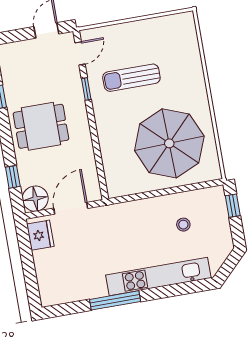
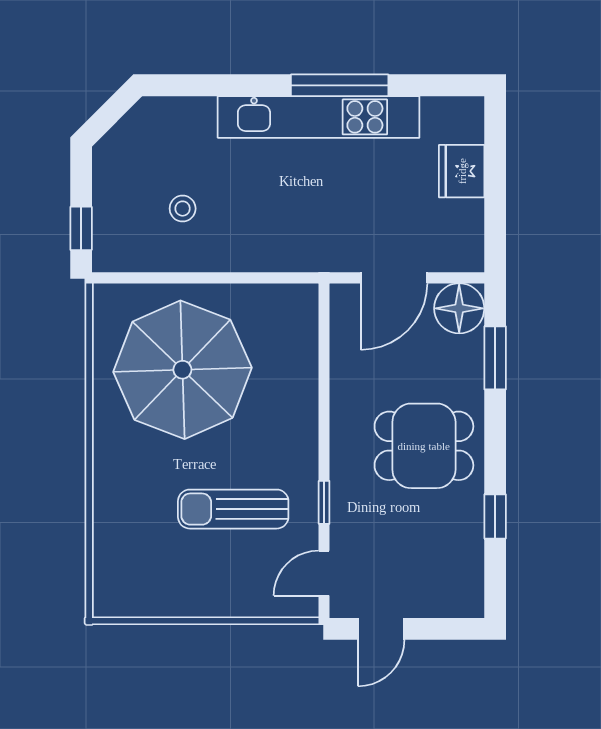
sun lounger: (131, 78) -> (233, 509), turned 180
window: (13, 177) -> (495, 358), width x1.50
fridge: (40, 235) -> (462, 171), moved
kitchen unit: (158, 276) -> (319, 117), moved

